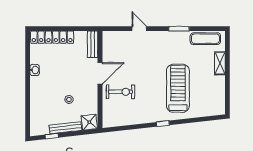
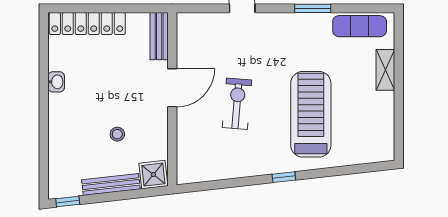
exercise bike: (120, 92) -> (237, 104), moved, turned -85
window: (52, 136) -> (68, 202), moved

